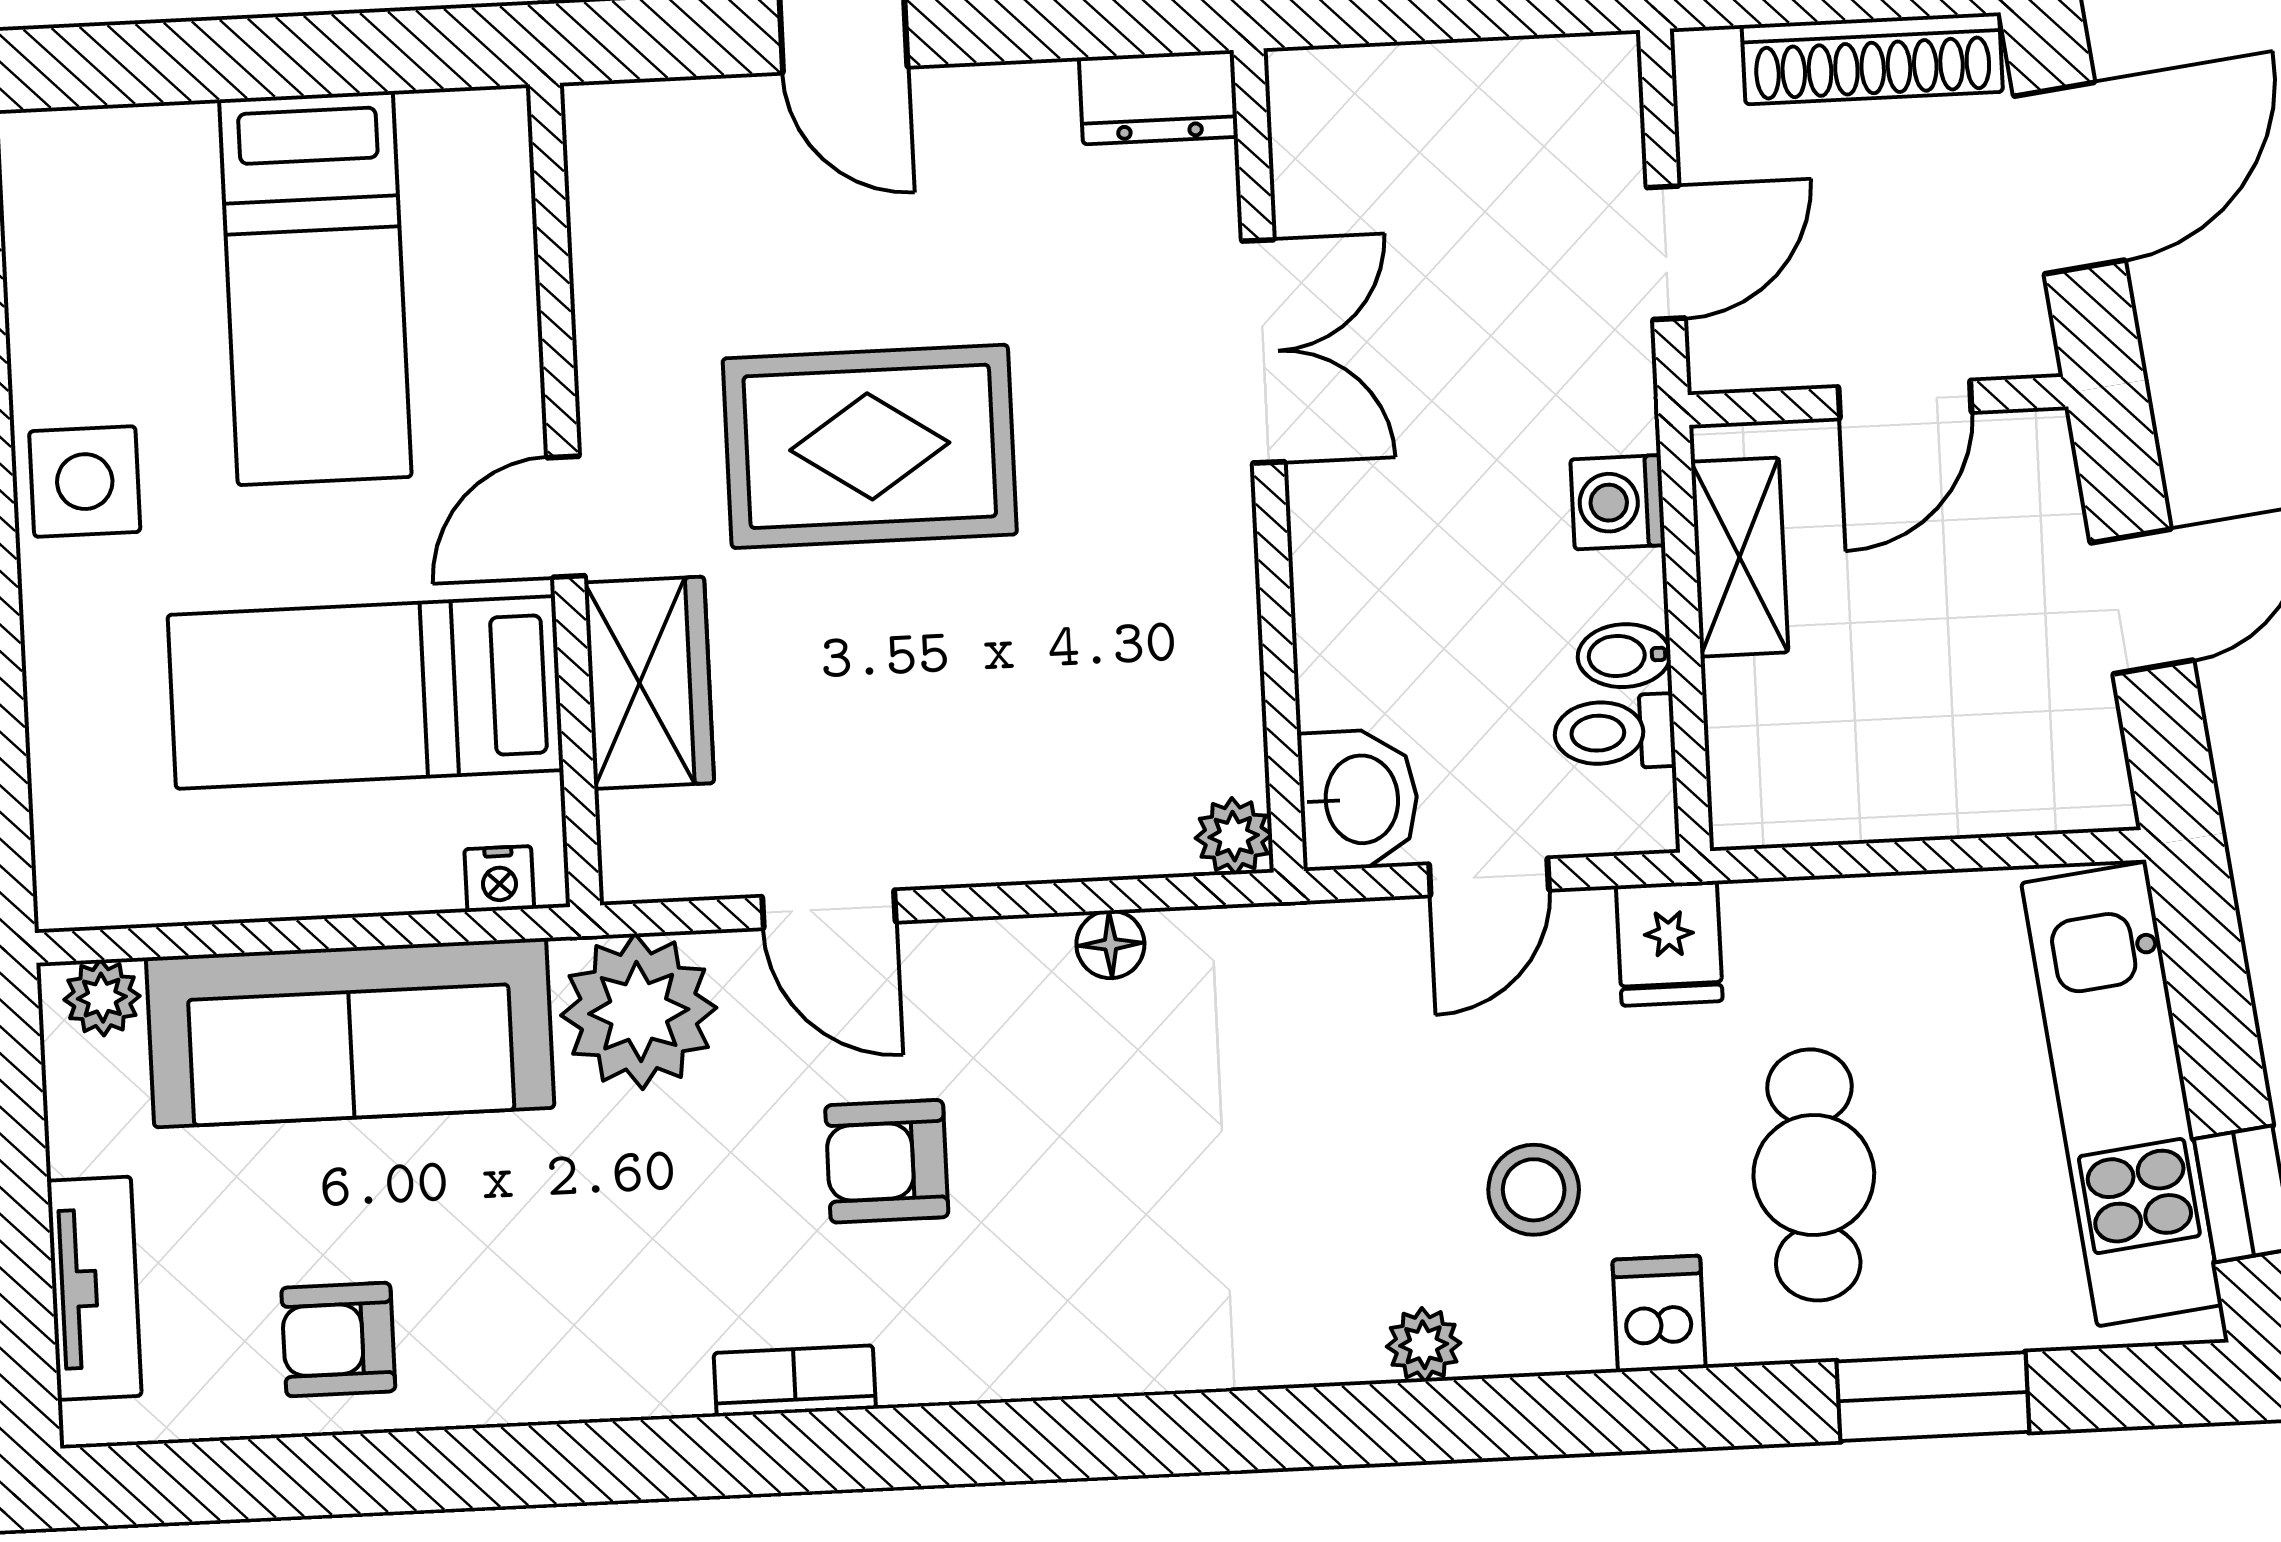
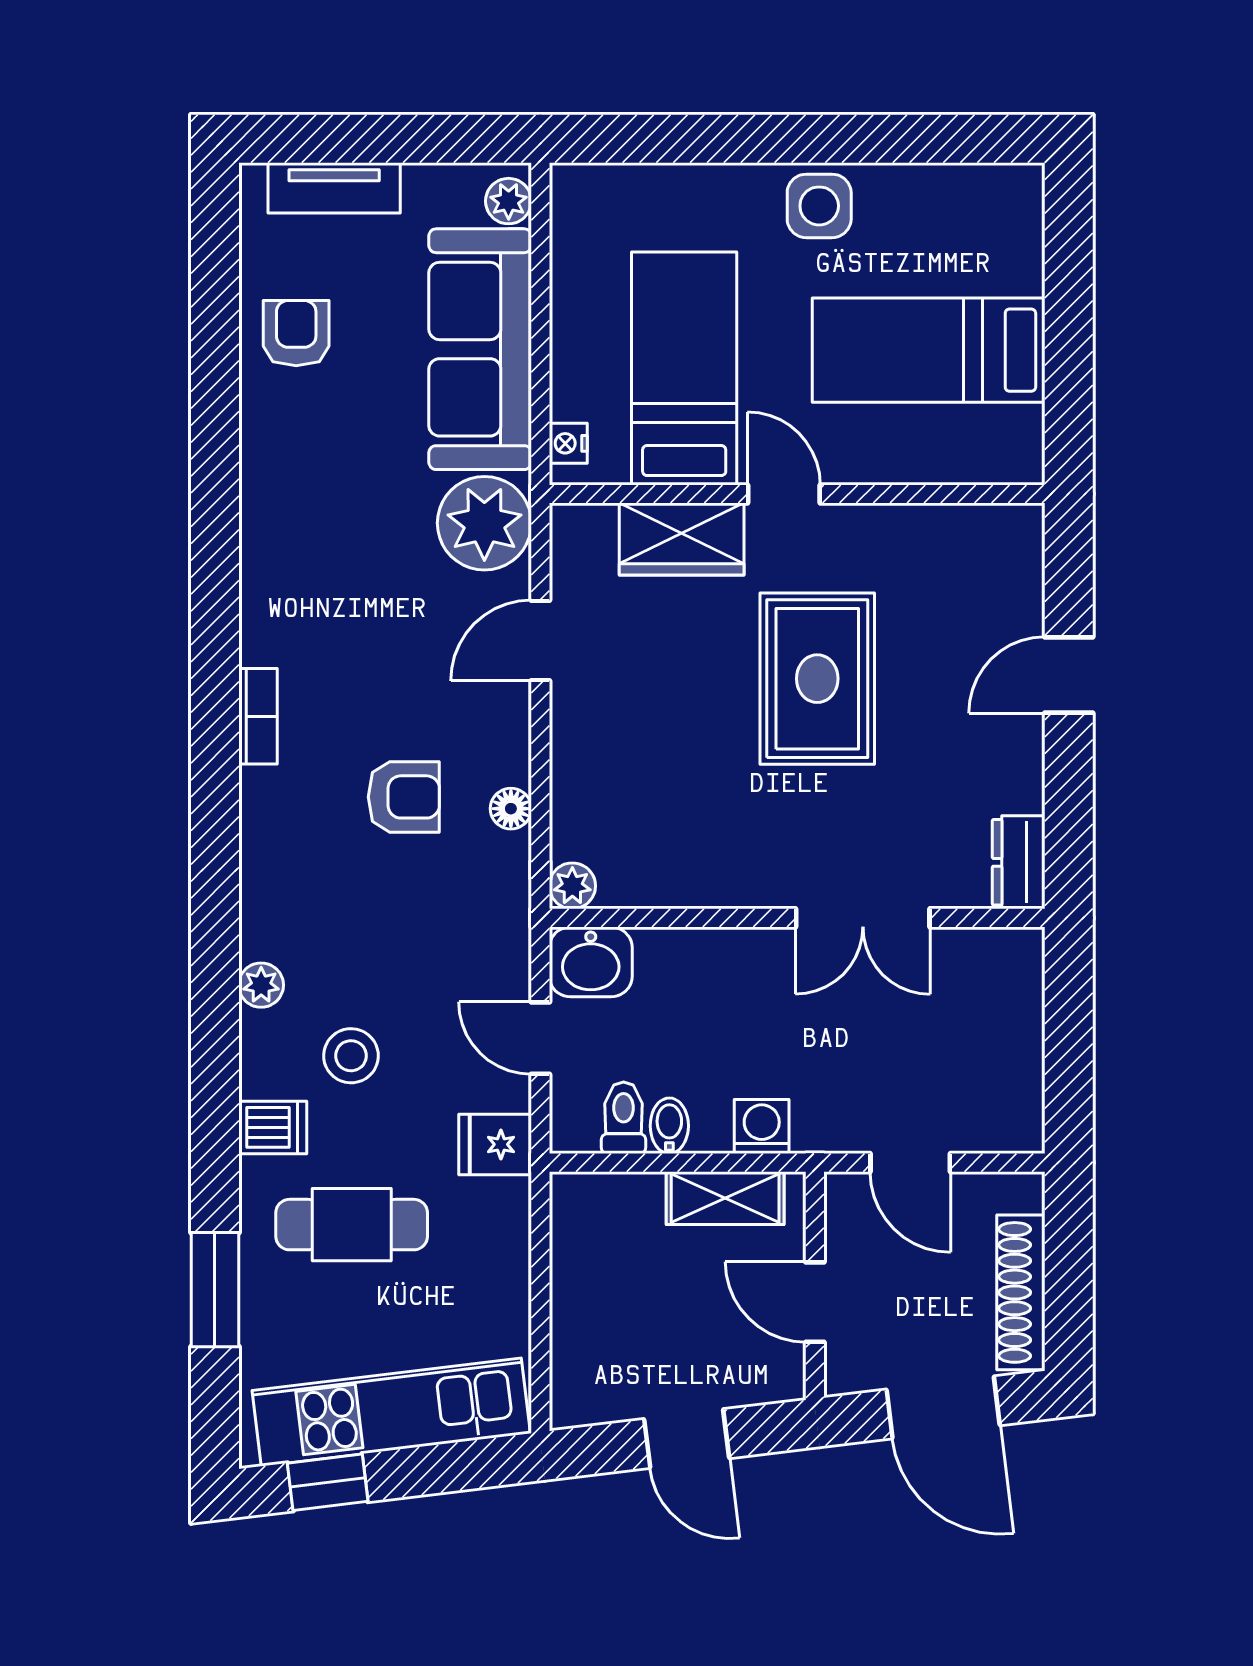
armchair: (887, 1161) -> (404, 797), moved, turned 90
bookcase: (795, 1381) -> (258, 716), moved

